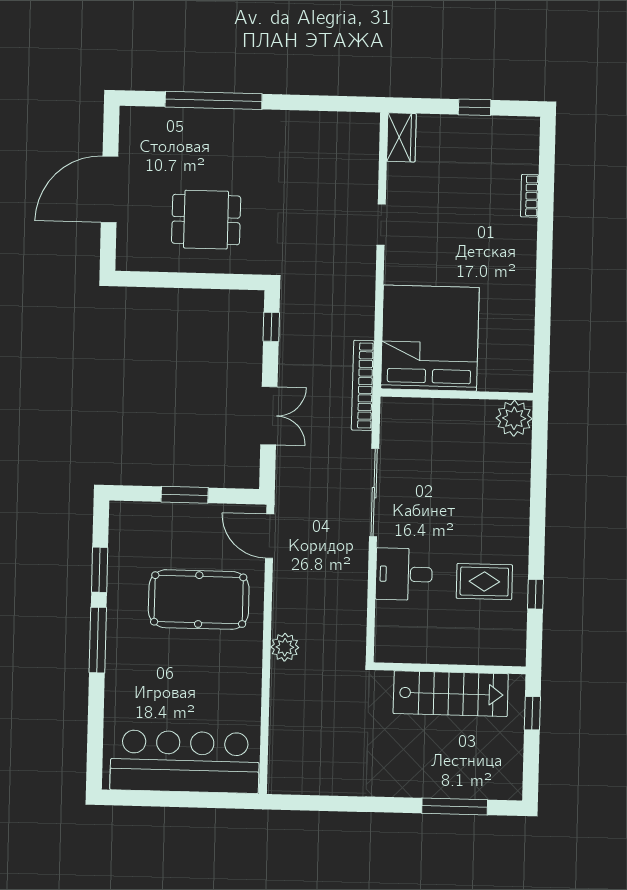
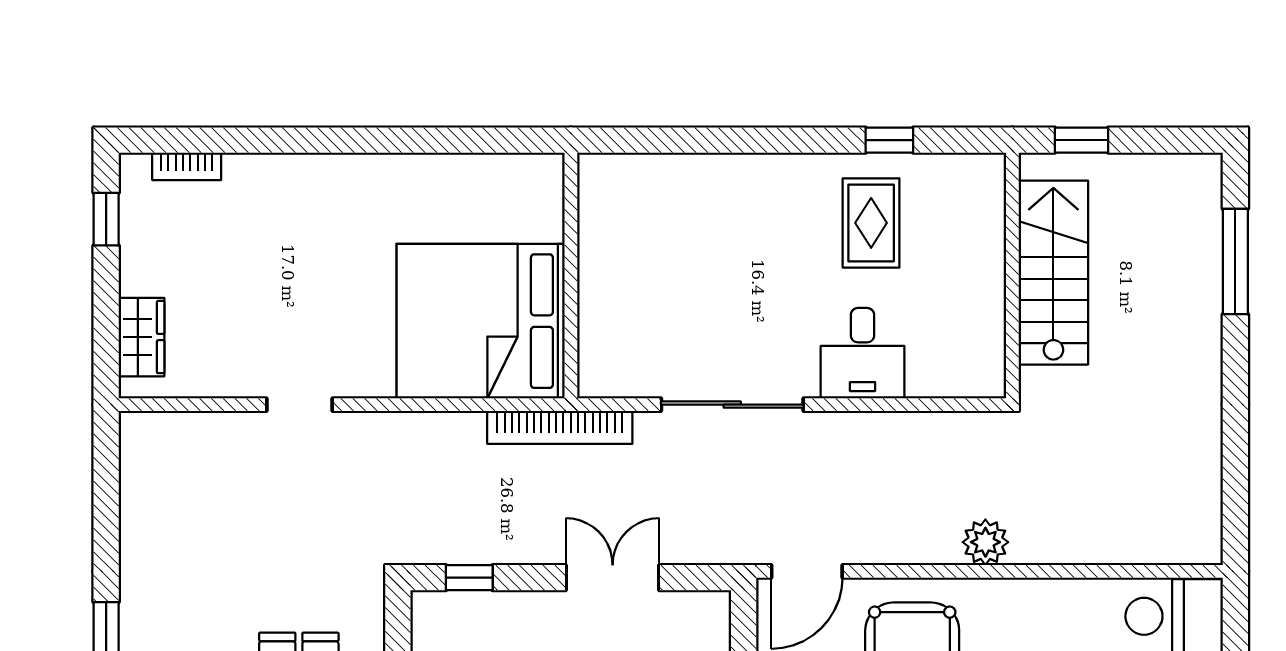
window: (475, 107) -> (106, 219), moved
wardrobe: (401, 137) -> (141, 337), moved, turned 90
bookcase: (530, 196) -> (187, 166), moved
plant: (514, 418) -> (606, 182), removed

